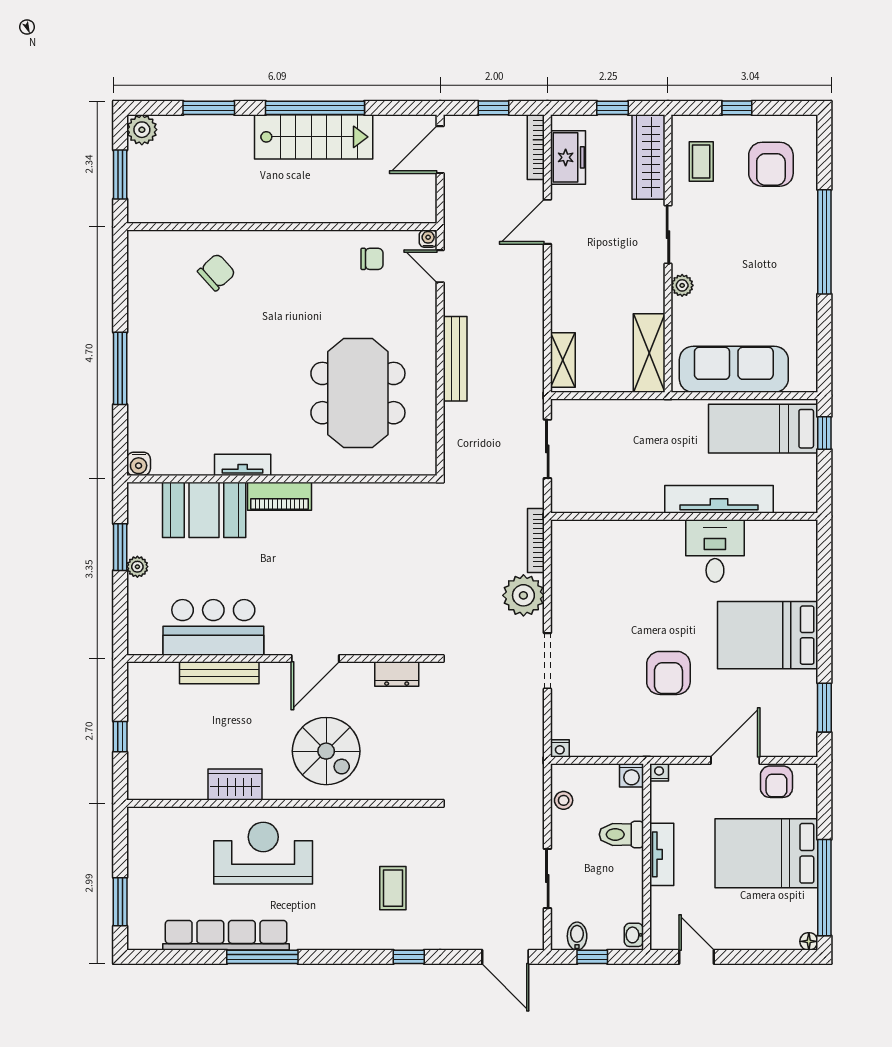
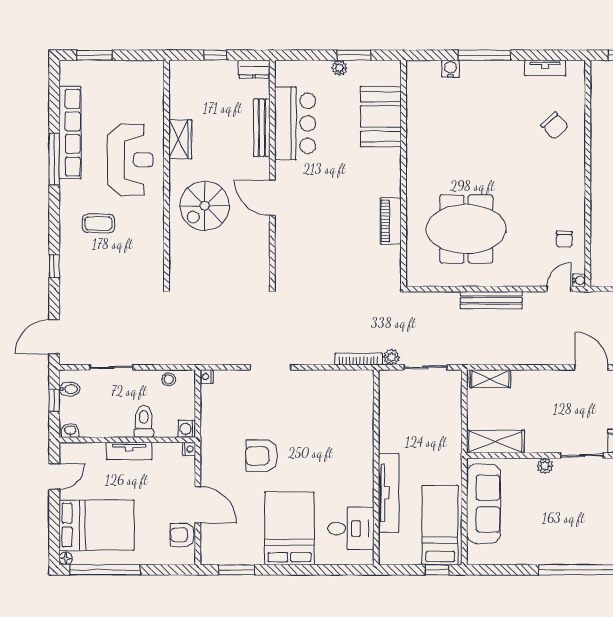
water cooler: (139, 464) -> (450, 69), moved, turned 90
tv unit: (243, 465) -> (545, 68), moved, turned 90
piano: (280, 496) -> (391, 221), moved
desk: (715, 551) -> (351, 528), moved
plant: (523, 595) -> (392, 357), moved, width x0.53, depth x0.53
dresser: (397, 674) -> (254, 69), moved, turned -90
bed: (766, 853) -> (97, 525), moved, turned 90
coffee table: (393, 888) -> (98, 223), moved

